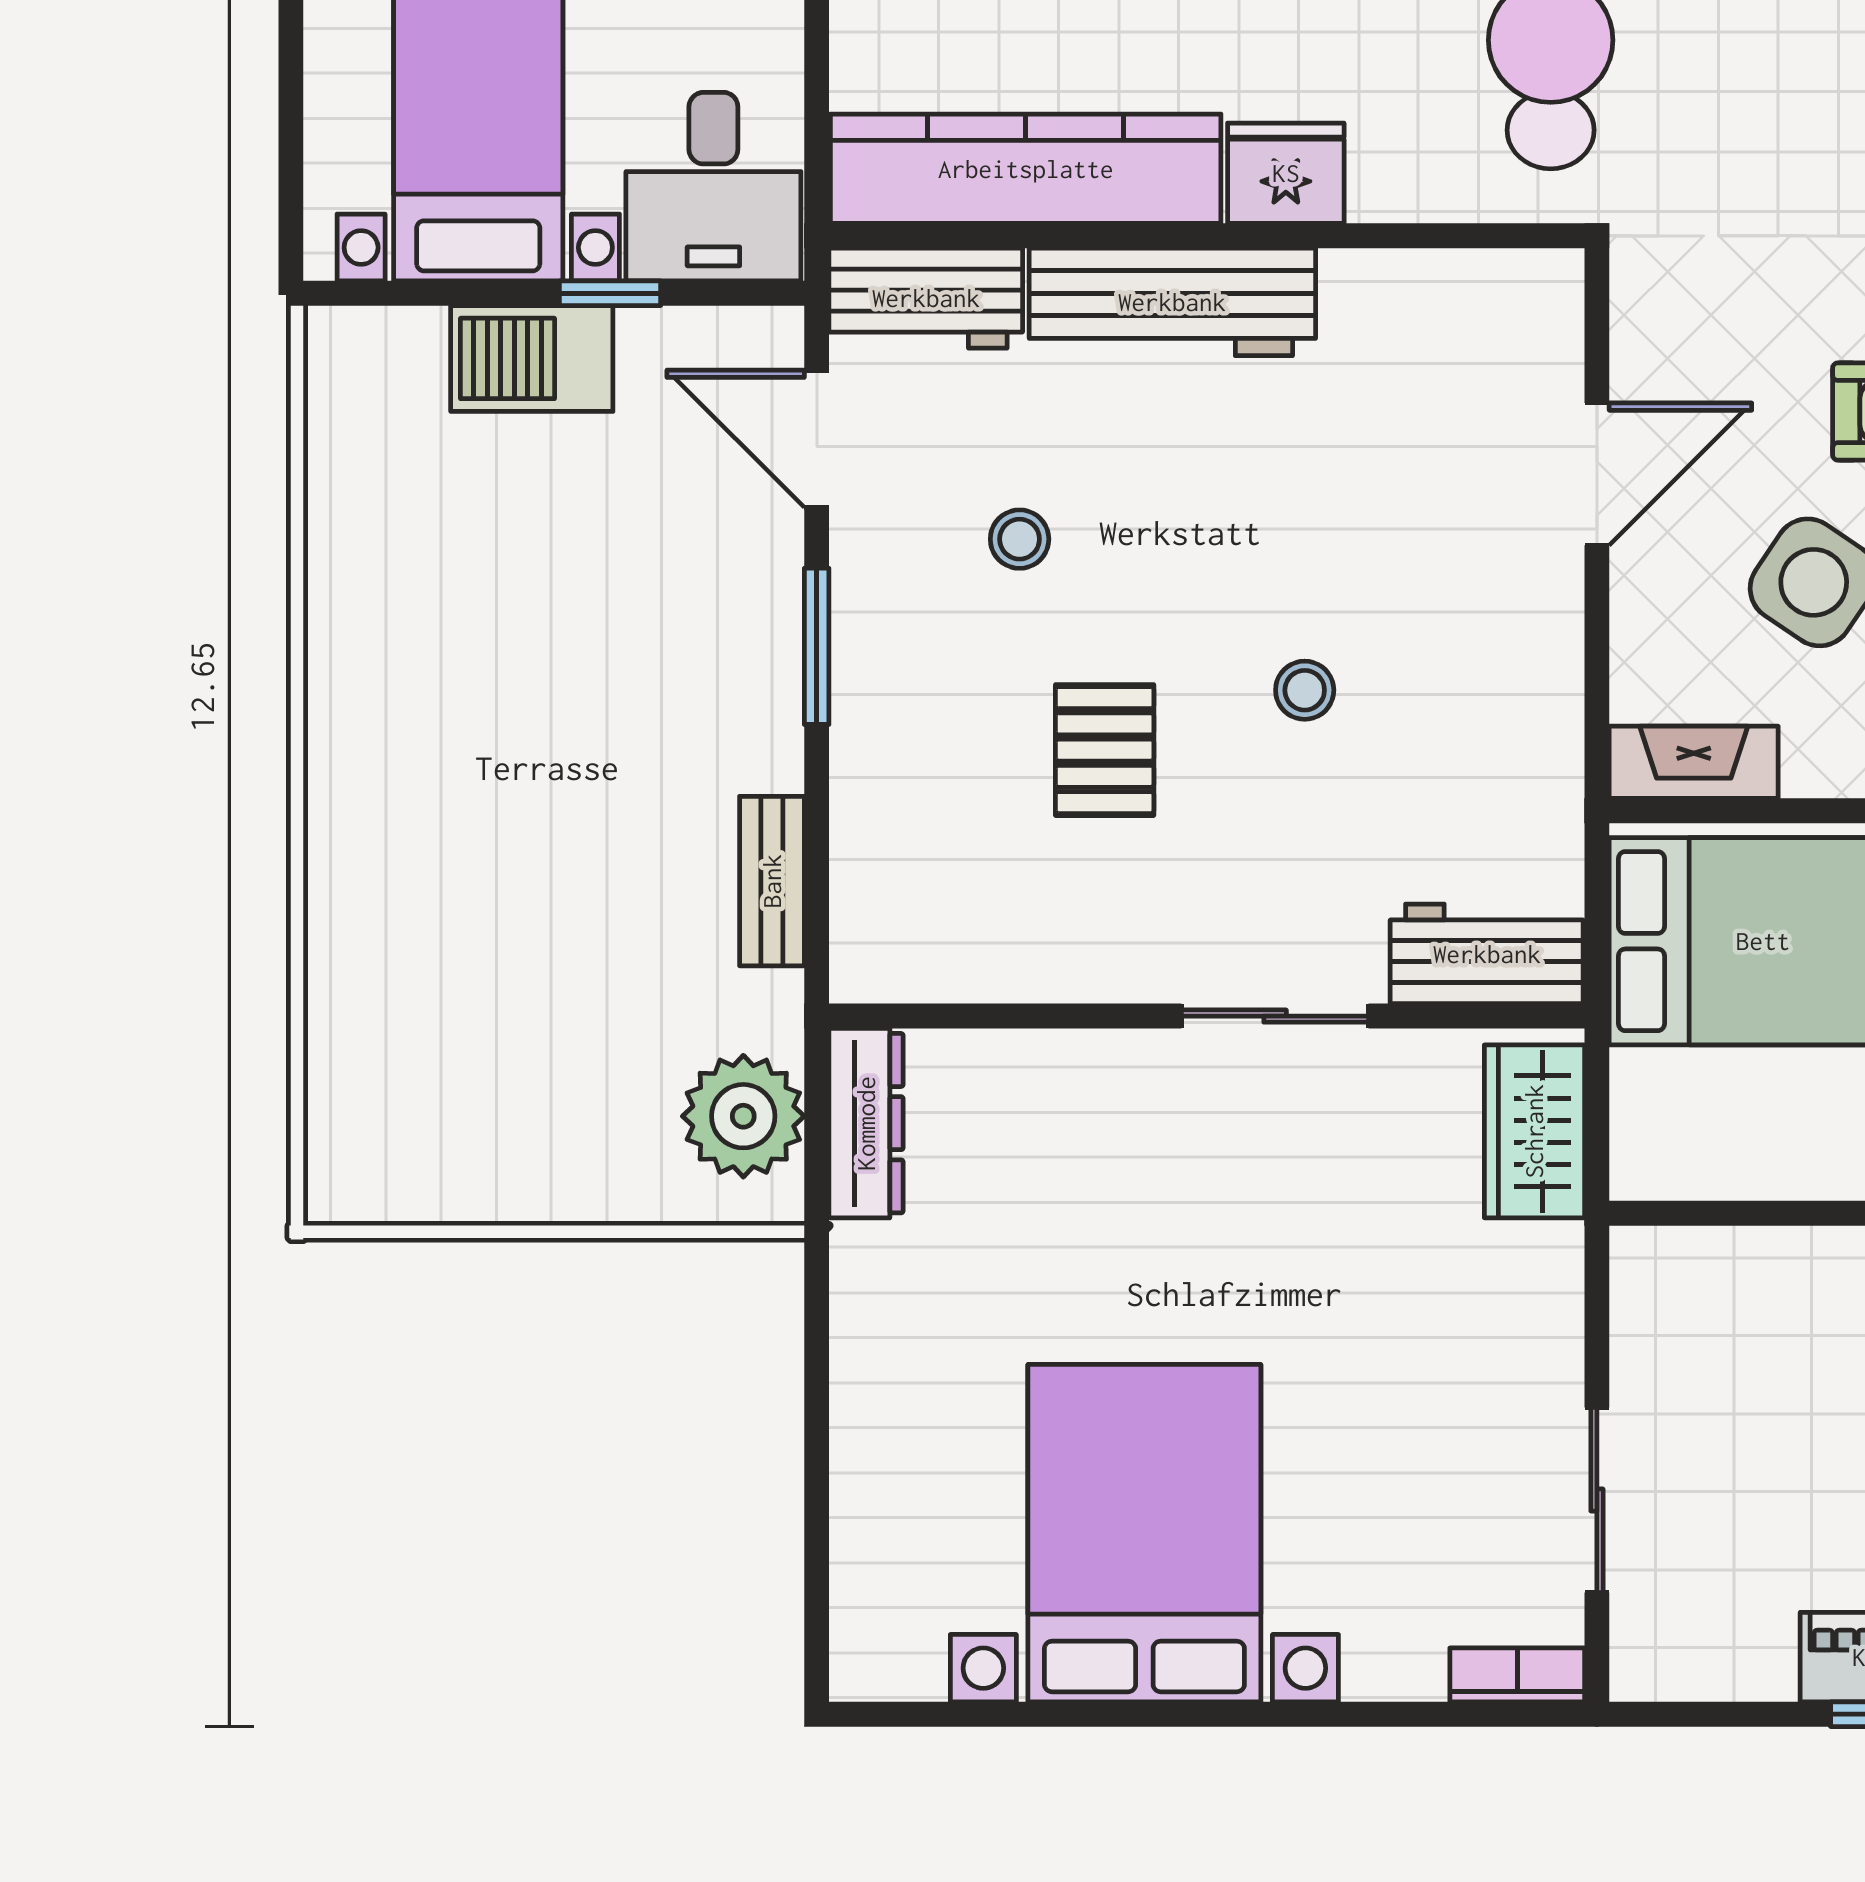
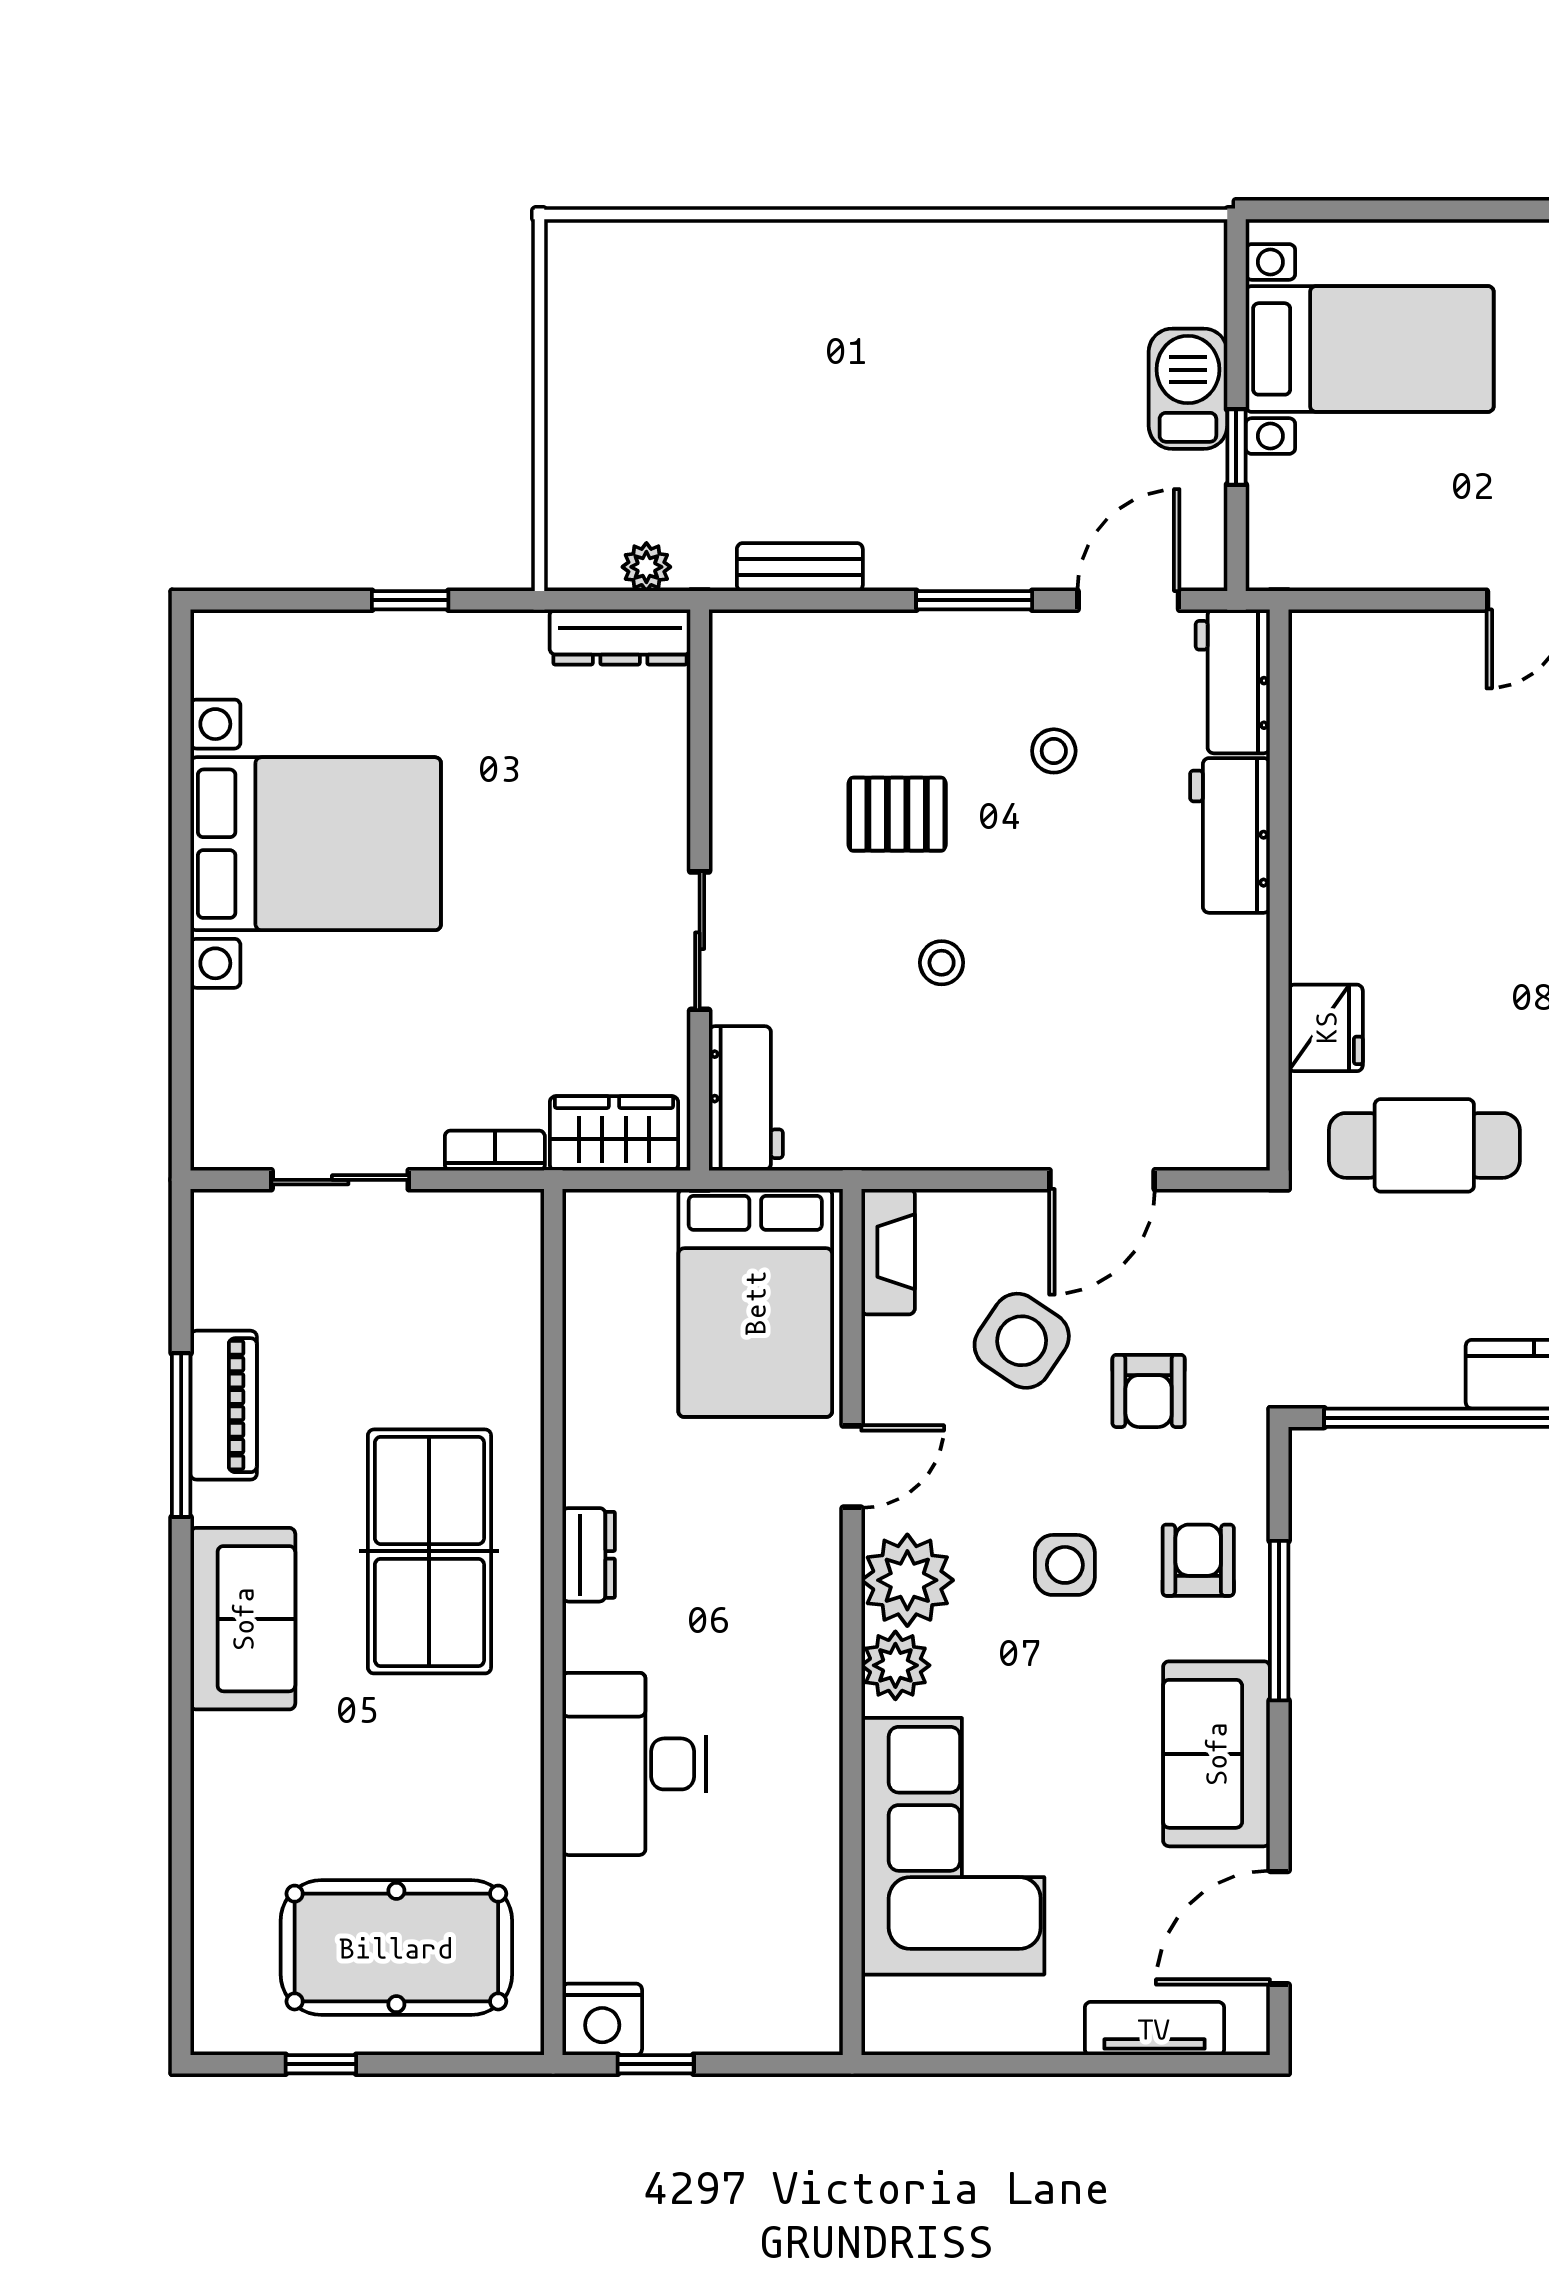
kitchen counter: (1026, 169) -> (1329, 756), removed
fridge: (1286, 173) -> (1326, 1028), moved
desk: (713, 187) -> (1316, 524), removed
workbench: (1172, 302) -> (1230, 835), width x0.73
door: (1597, 474) -> (1102, 1180), hinge flipped
plant: (743, 1116) -> (646, 567), width x0.53, depth x0.53
window: (817, 1406) -> (410, 600), added
bookcase: (1517, 1675) -> (495, 1151), moved, turned -90

